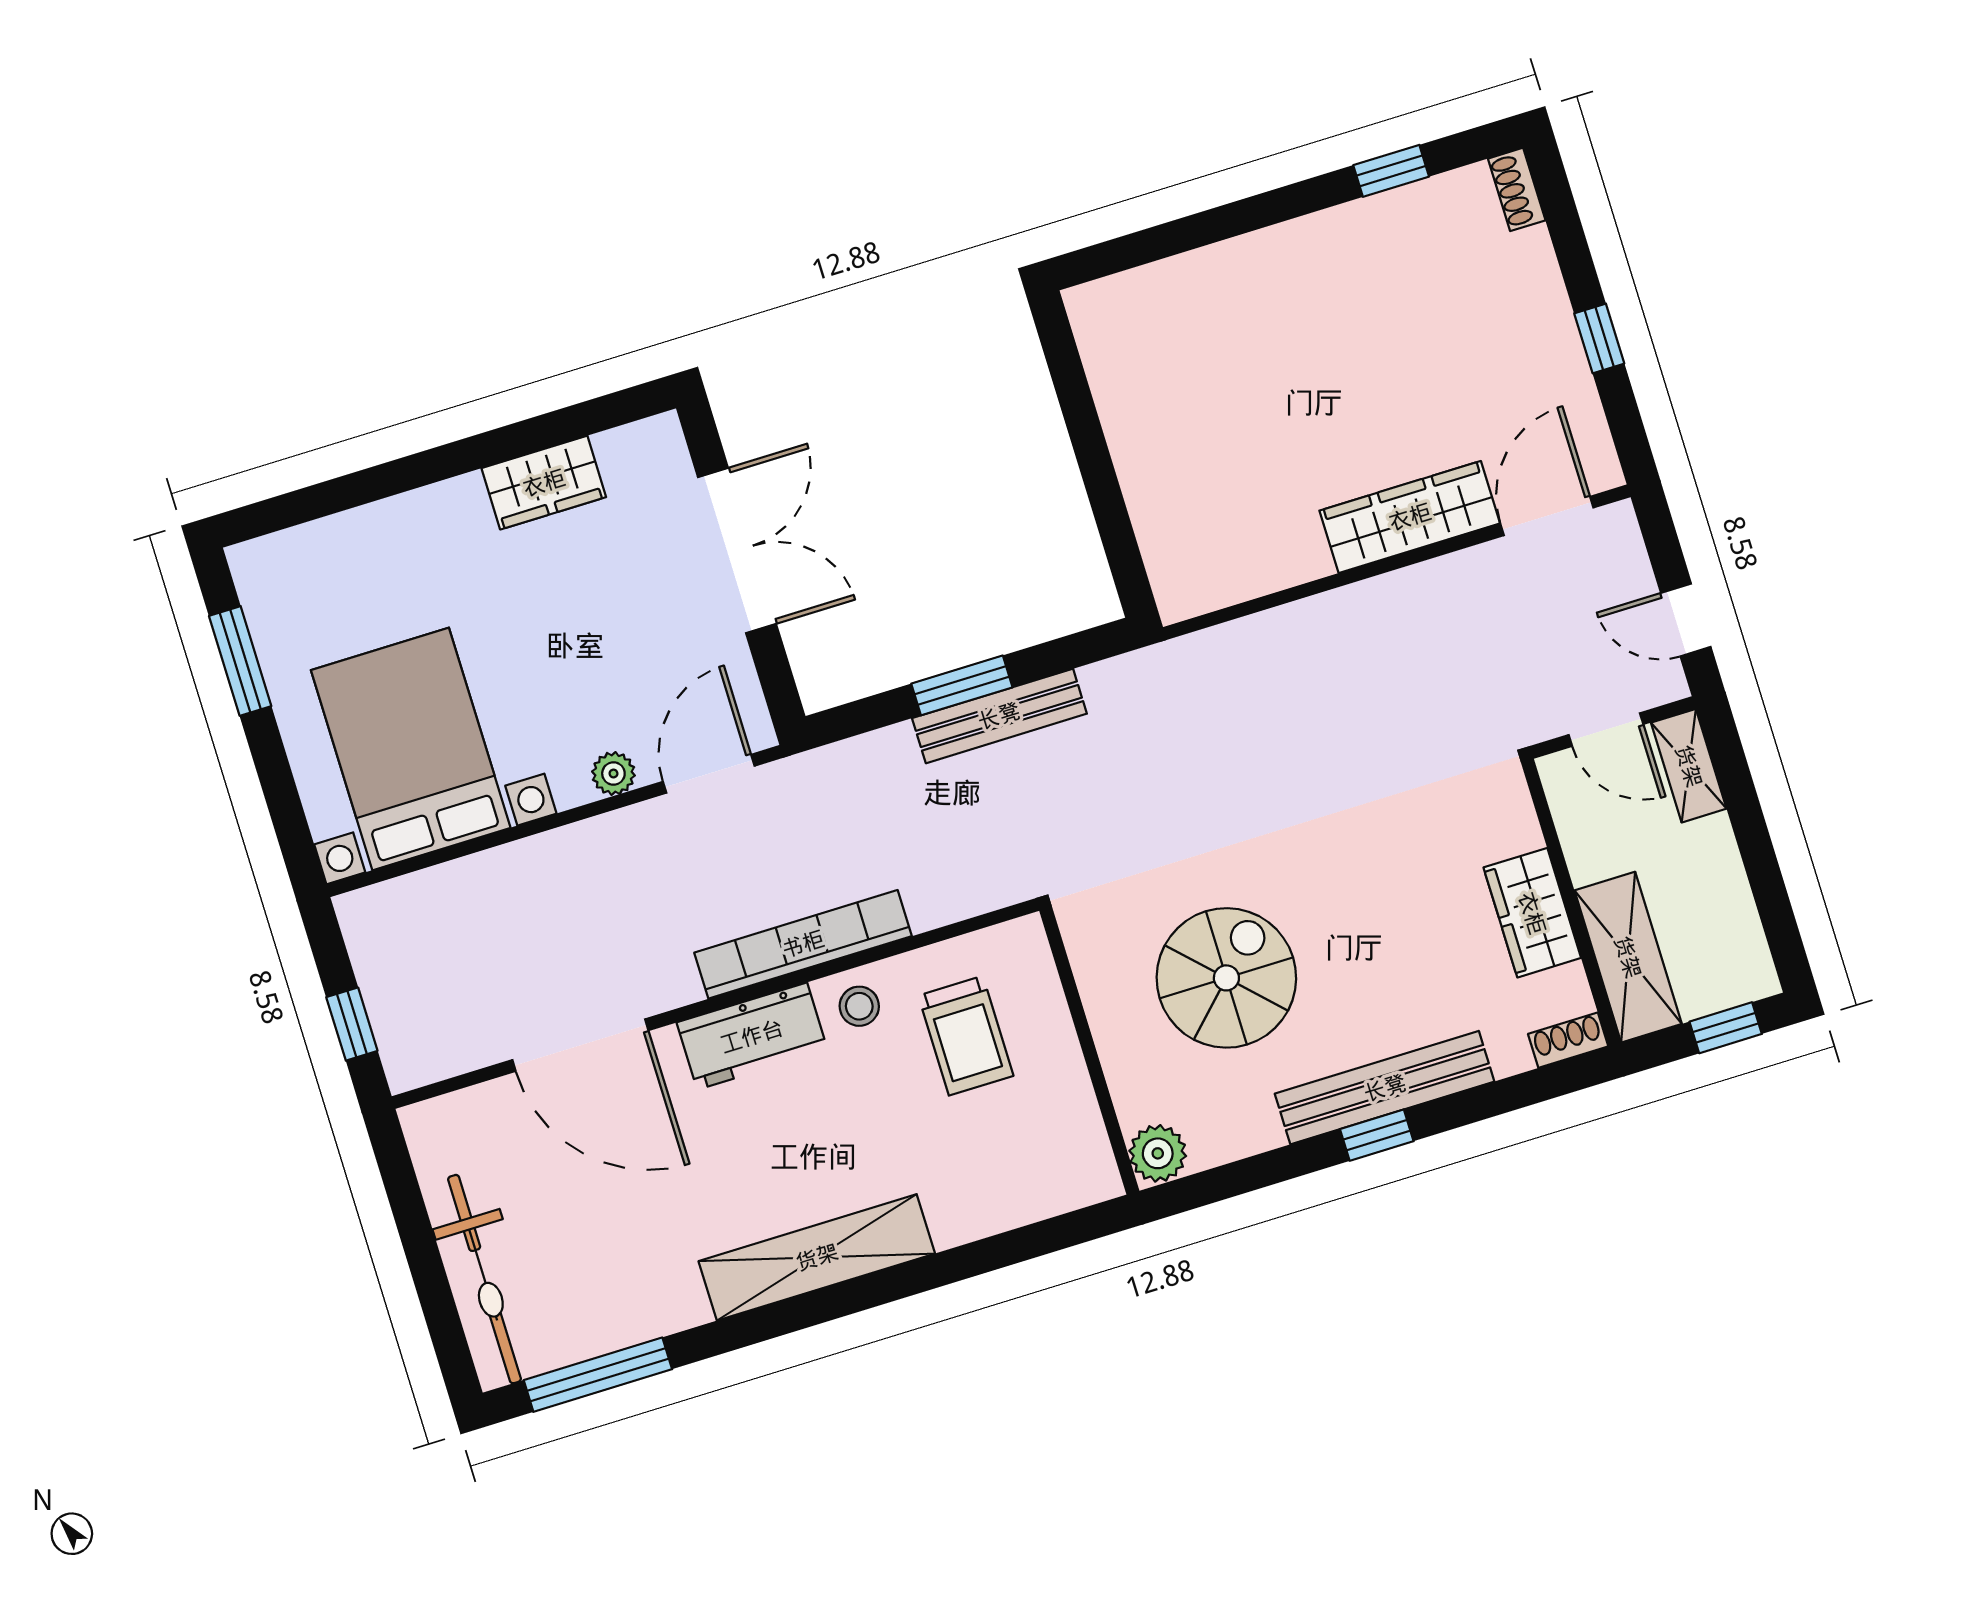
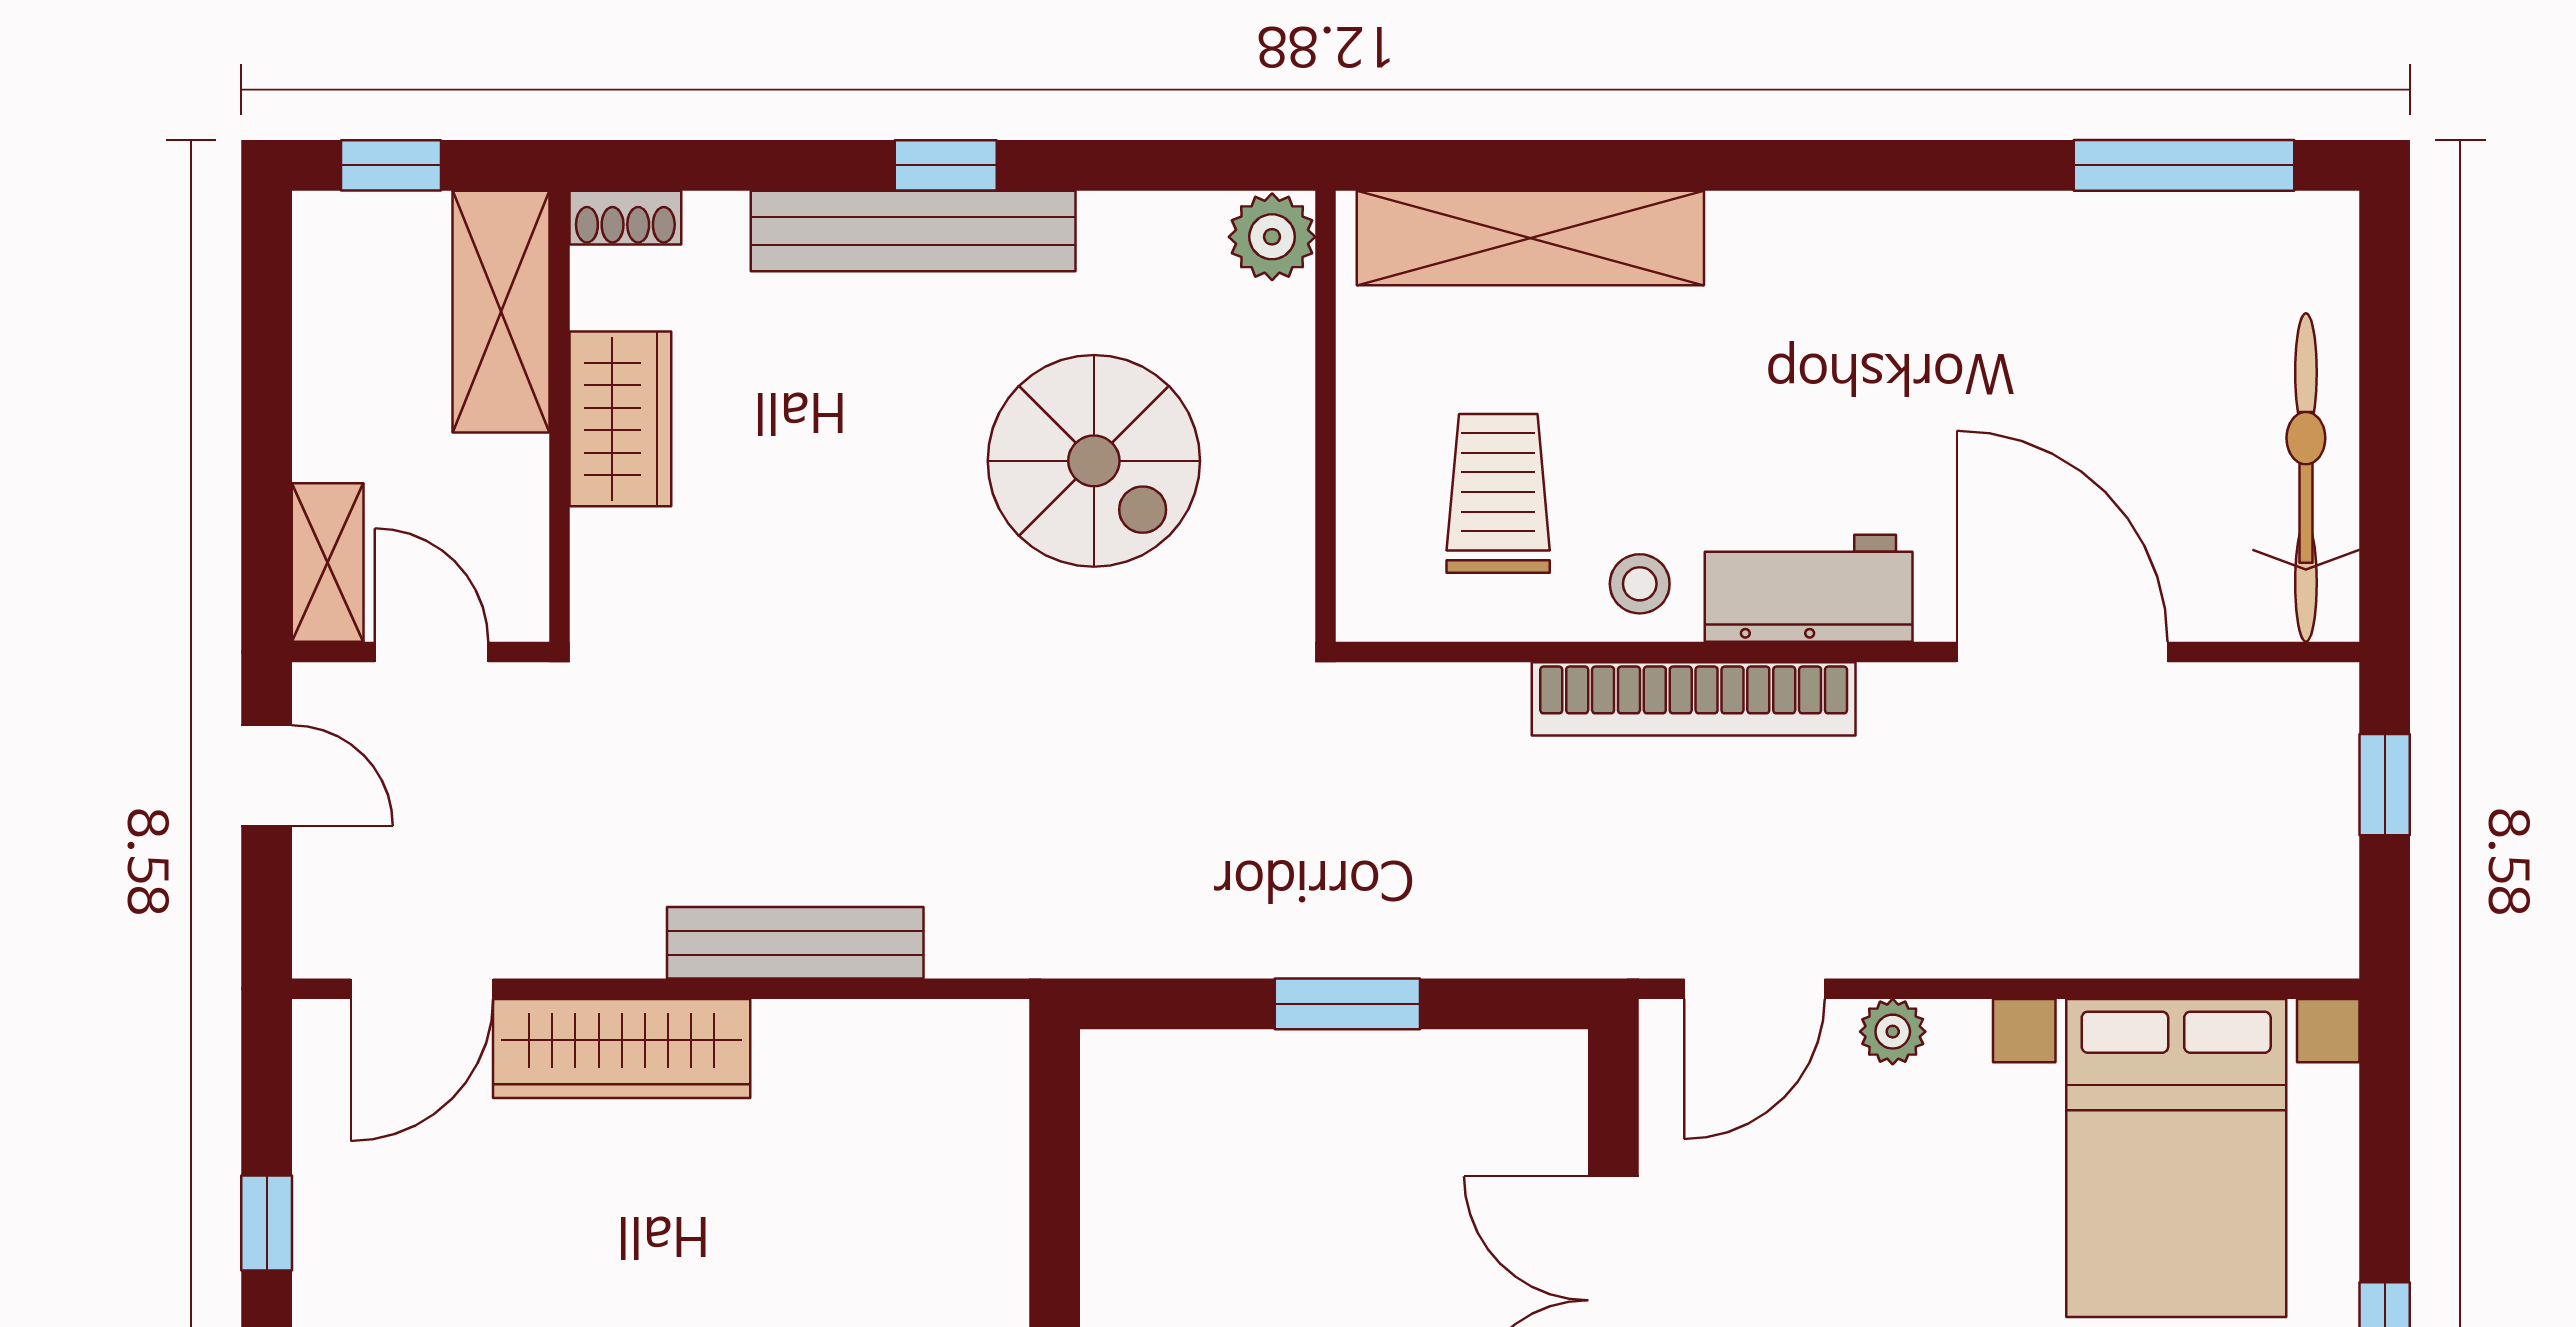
bench: (999, 716) -> (795, 943), moved
spiral stairs: (1226, 978) -> (1094, 461), turned -90
shelving: (817, 1257) -> (1530, 238), moved
bicycle: (484, 1279) -> (2306, 478), moved

